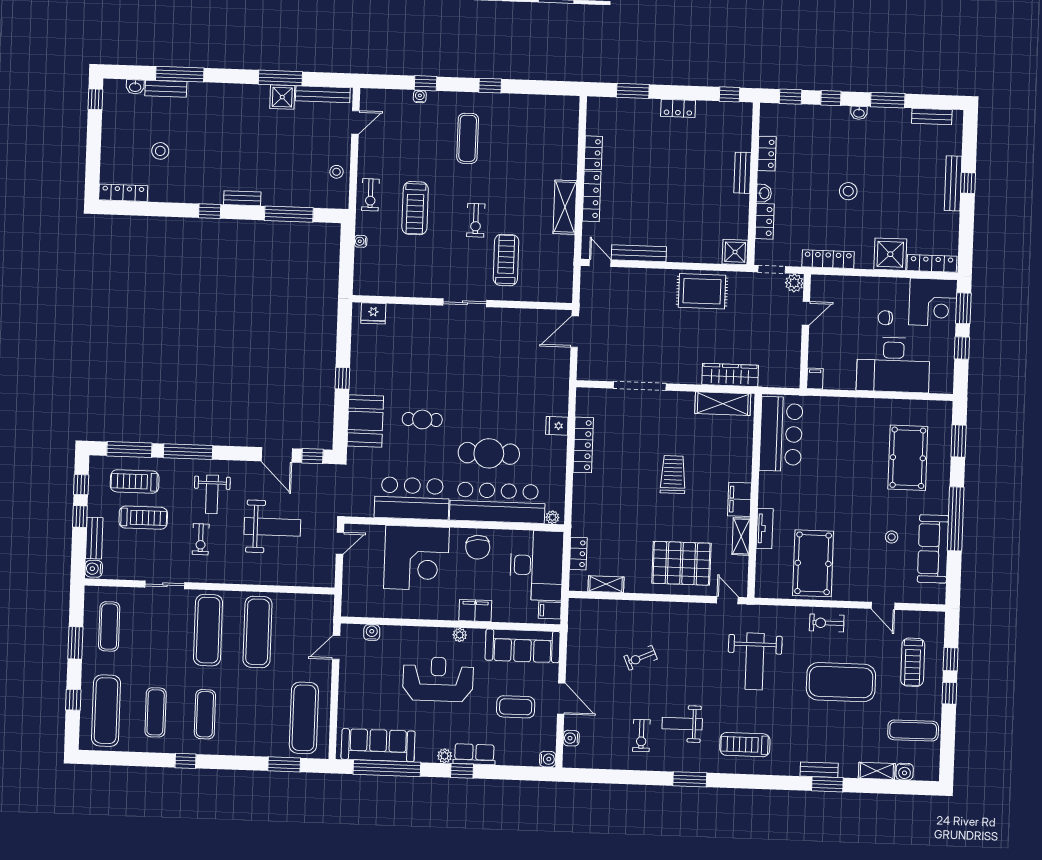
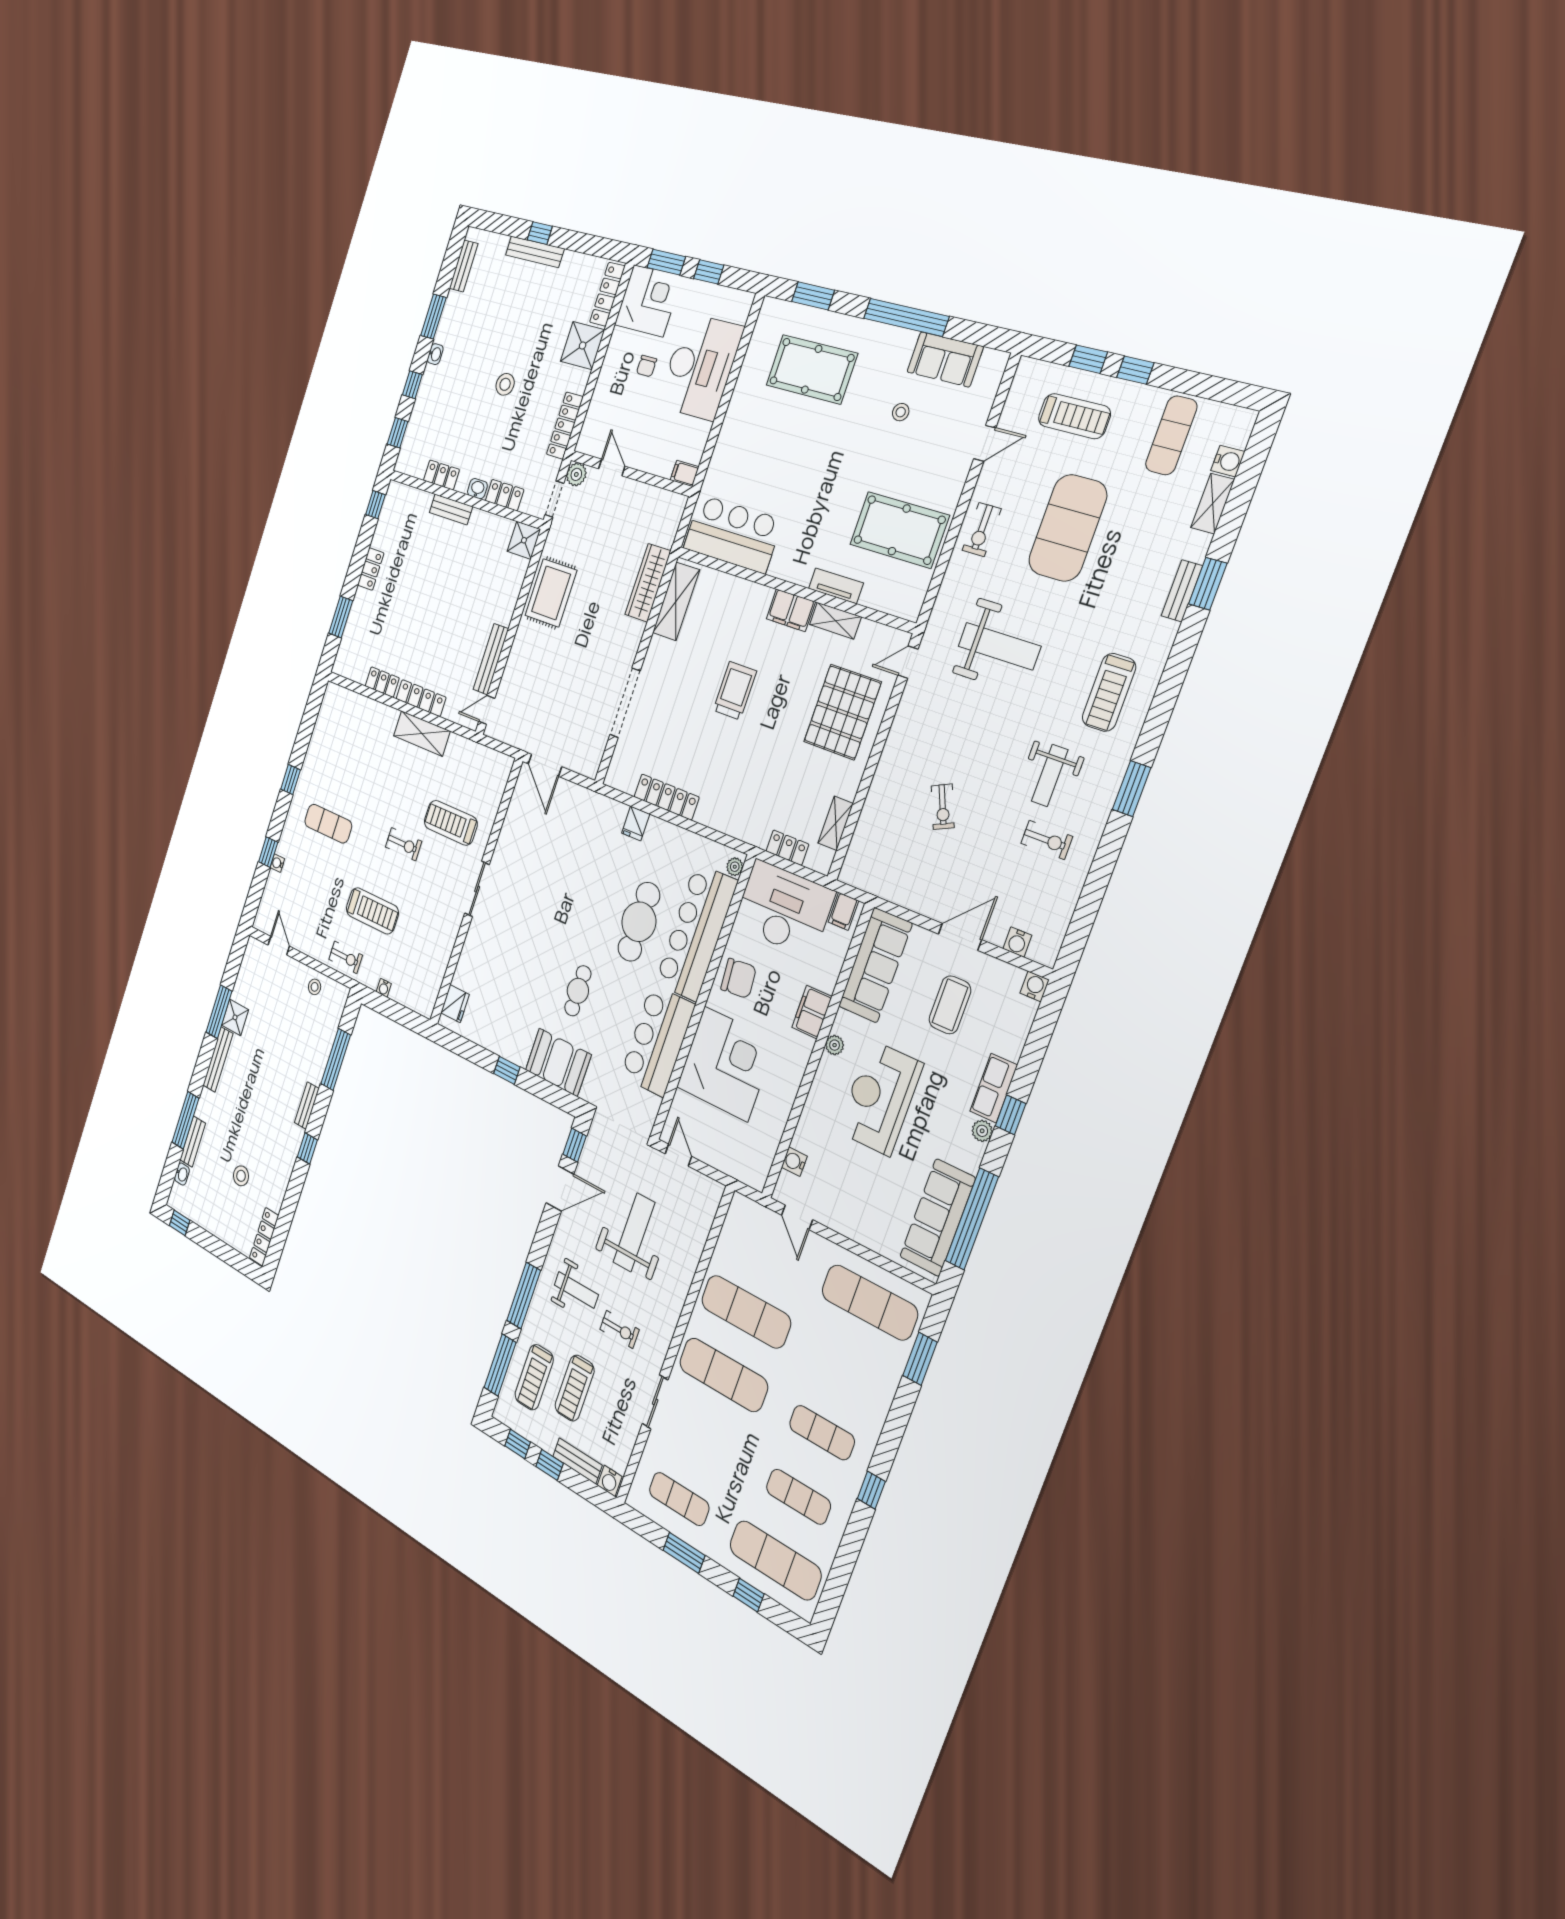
bench: (323, 94) -> (218, 1059), moved
trolley: (673, 474) -> (735, 691), turned 90
treadmill: (143, 518) -> (575, 1388), turned 180
sofa: (933, 549) -> (945, 359), width x0.73

